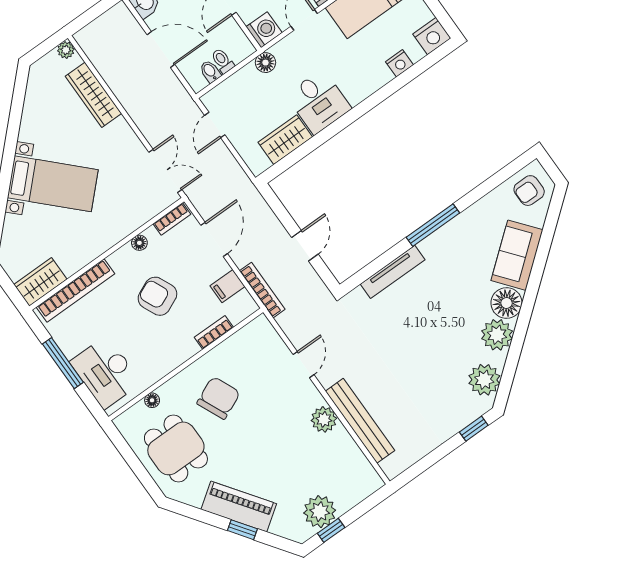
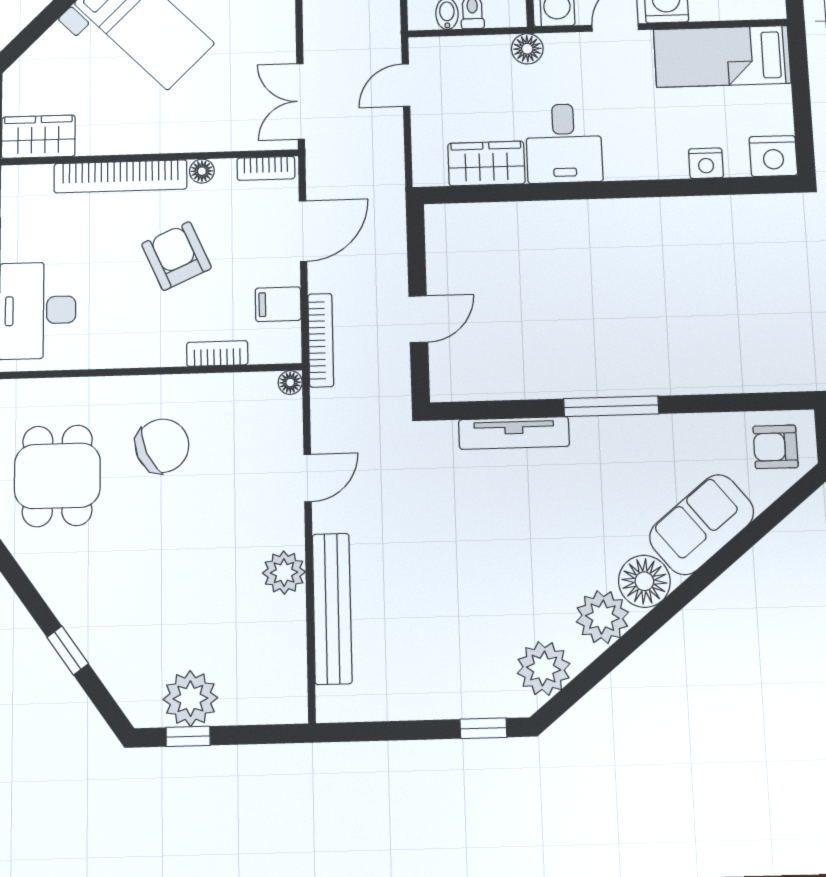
double door: (165, 171) -> (301, 101), swing flipped
bookcase: (76, 291) -> (120, 176), moved
floor lamp: (152, 400) -> (290, 383), moved
piano: (239, 507) -> (85, 614), removed

